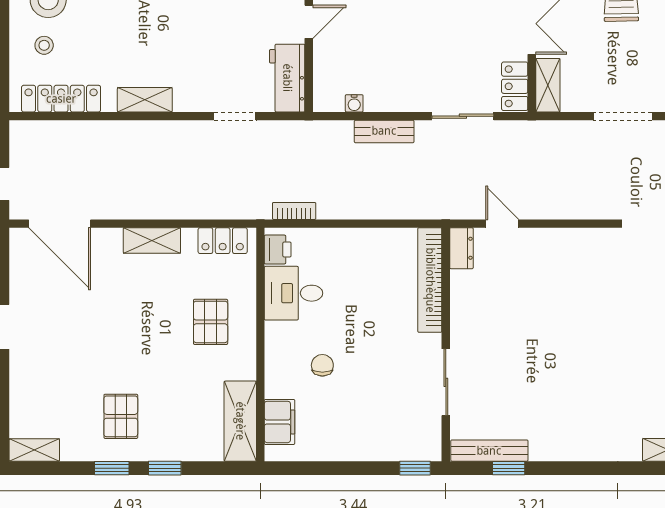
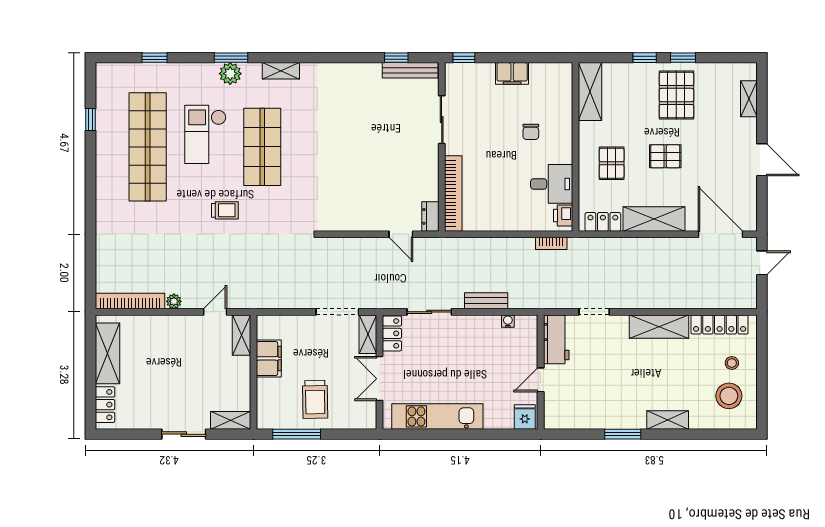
shelving: (145, 100) -> (659, 327), width x1.50, depth x1.33
doorway: (623, 116) -> (337, 312), moved
shelving: (152, 240) -> (654, 219), width x1.50, depth x1.33
pallet: (136, 332) -> (665, 156), added
pallet: (121, 416) -> (676, 95), width x1.50, depth x1.42
filing cabinet: (280, 422) -> (512, 73), moved, turned -90
shelving: (34, 450) -> (749, 99), moved, turned 90

